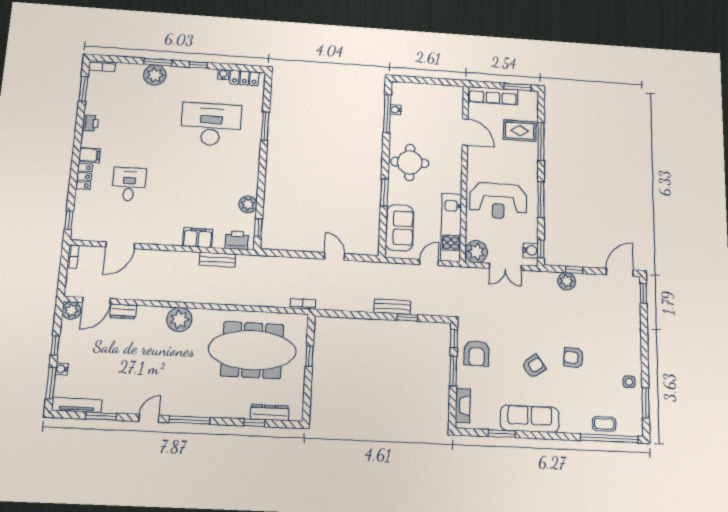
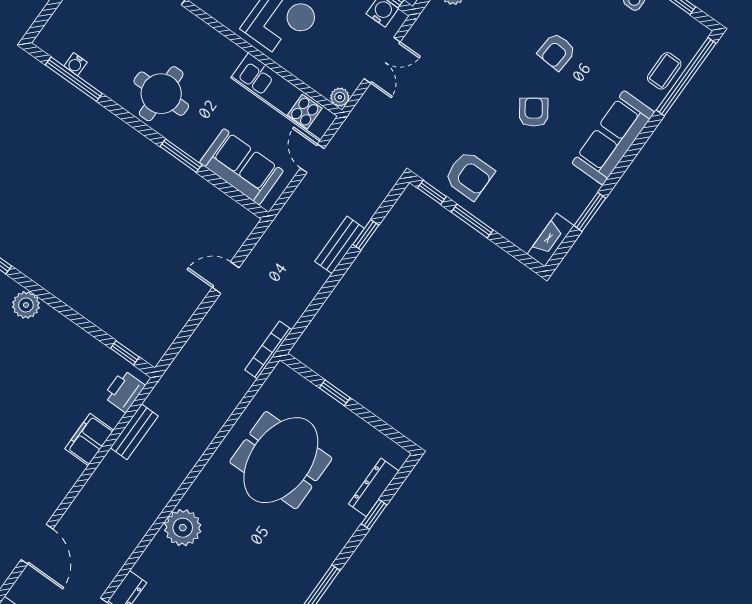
plant: (248, 204) -> (26, 305), moved
plant: (476, 252) -> (340, 97), width x0.53, depth x0.53
bookcase: (303, 304) -> (268, 350), width x1.56
meeting table: (252, 350) -> (281, 460), width x0.73
fireplace: (463, 405) -> (551, 240), moved, turned -90
sofa: (530, 419) -> (613, 138), moved

